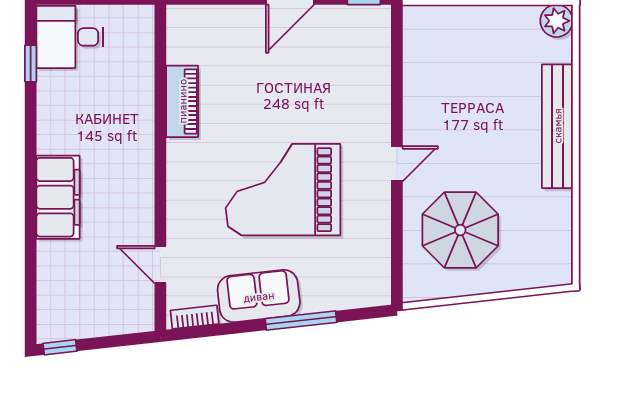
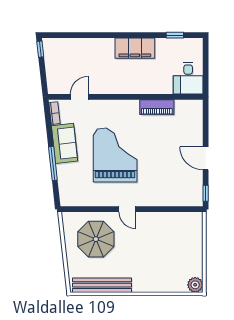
desk: (70, 37) -> (188, 78), moved, turned 180
bench: (557, 126) -> (102, 285), moved
filing cabinet: (58, 197) -> (135, 48), moved

